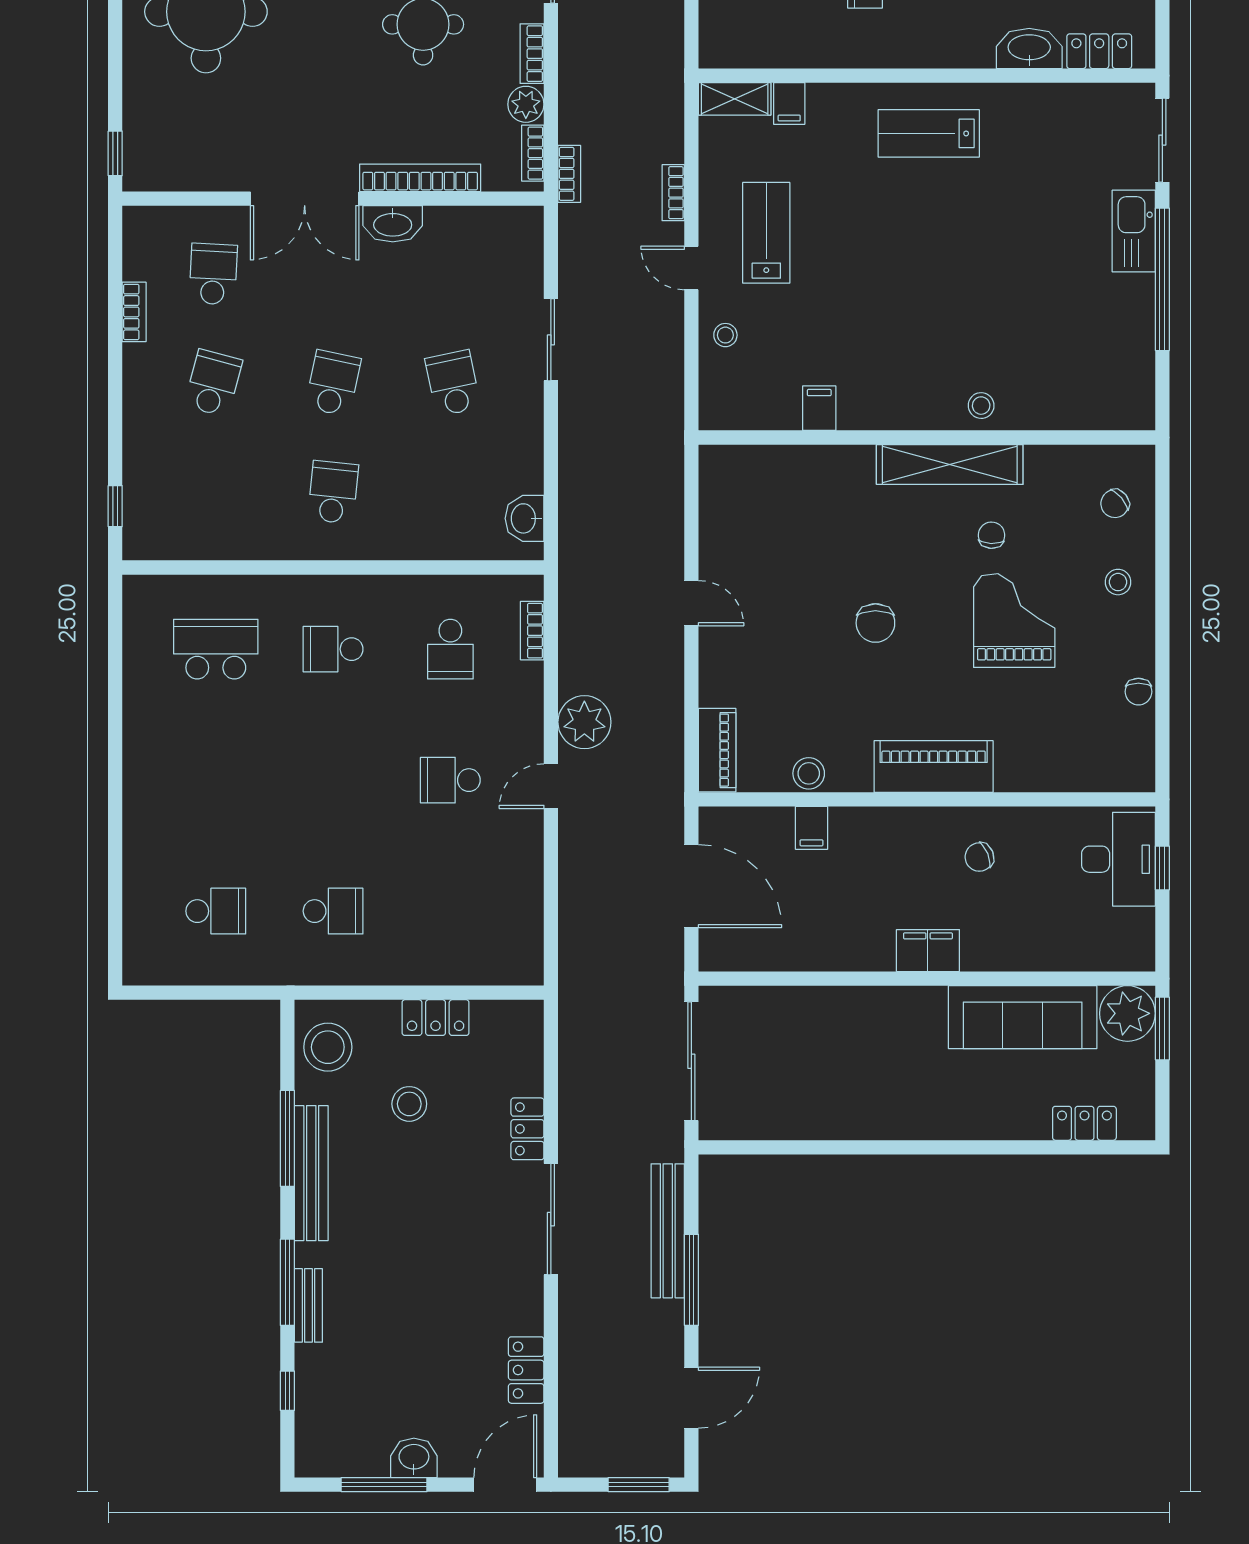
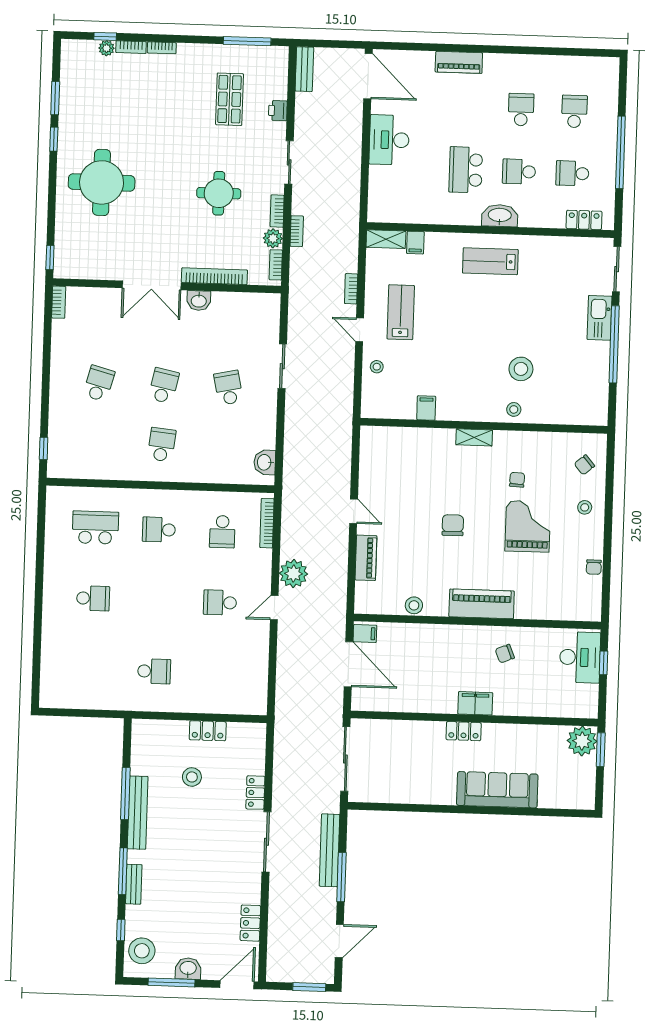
washbasin: (1029, 48) -> (500, 216), moved
bookcase: (569, 174) -> (297, 231), moved
washbasin: (393, 224) -> (199, 301), width x0.72
school desk: (213, 274) -> (101, 324), removed
bookcase: (134, 312) -> (59, 302), moved
stool: (992, 330) -> (521, 369), added
shelving: (950, 465) -> (474, 437), width x0.45, depth x0.75
chair: (875, 623) -> (453, 525), turned 180
bookcase: (532, 631) -> (267, 523), width x1.56
piano: (717, 750) -> (366, 558), moved
filing cabinet: (811, 828) -> (365, 634), moved, turned -90
school desk: (216, 911) -> (93, 598), moved
sofa: (1023, 1017) -> (497, 790), moved, turned 180
stool: (328, 1047) -> (142, 951), moved
locker: (1084, 1123) -> (464, 731), moved, turned 180

